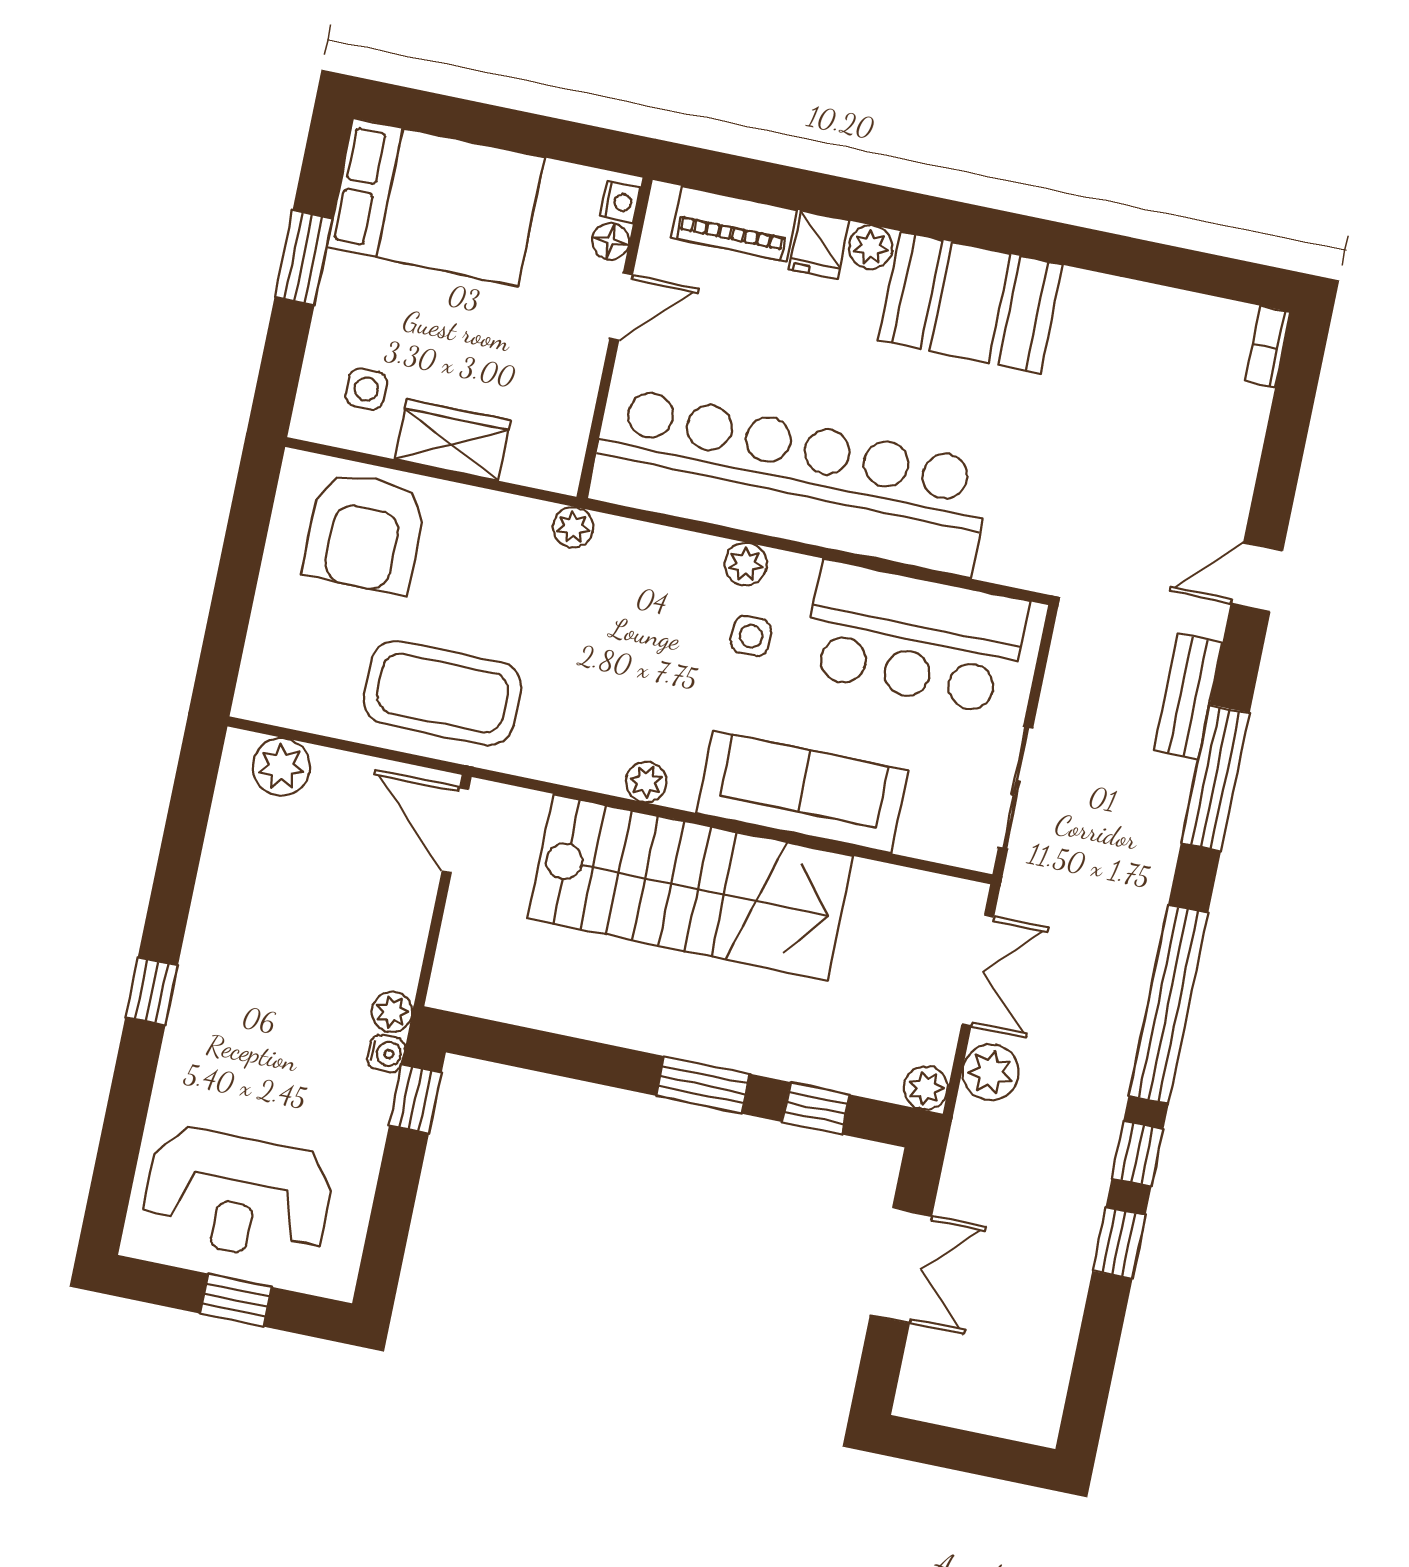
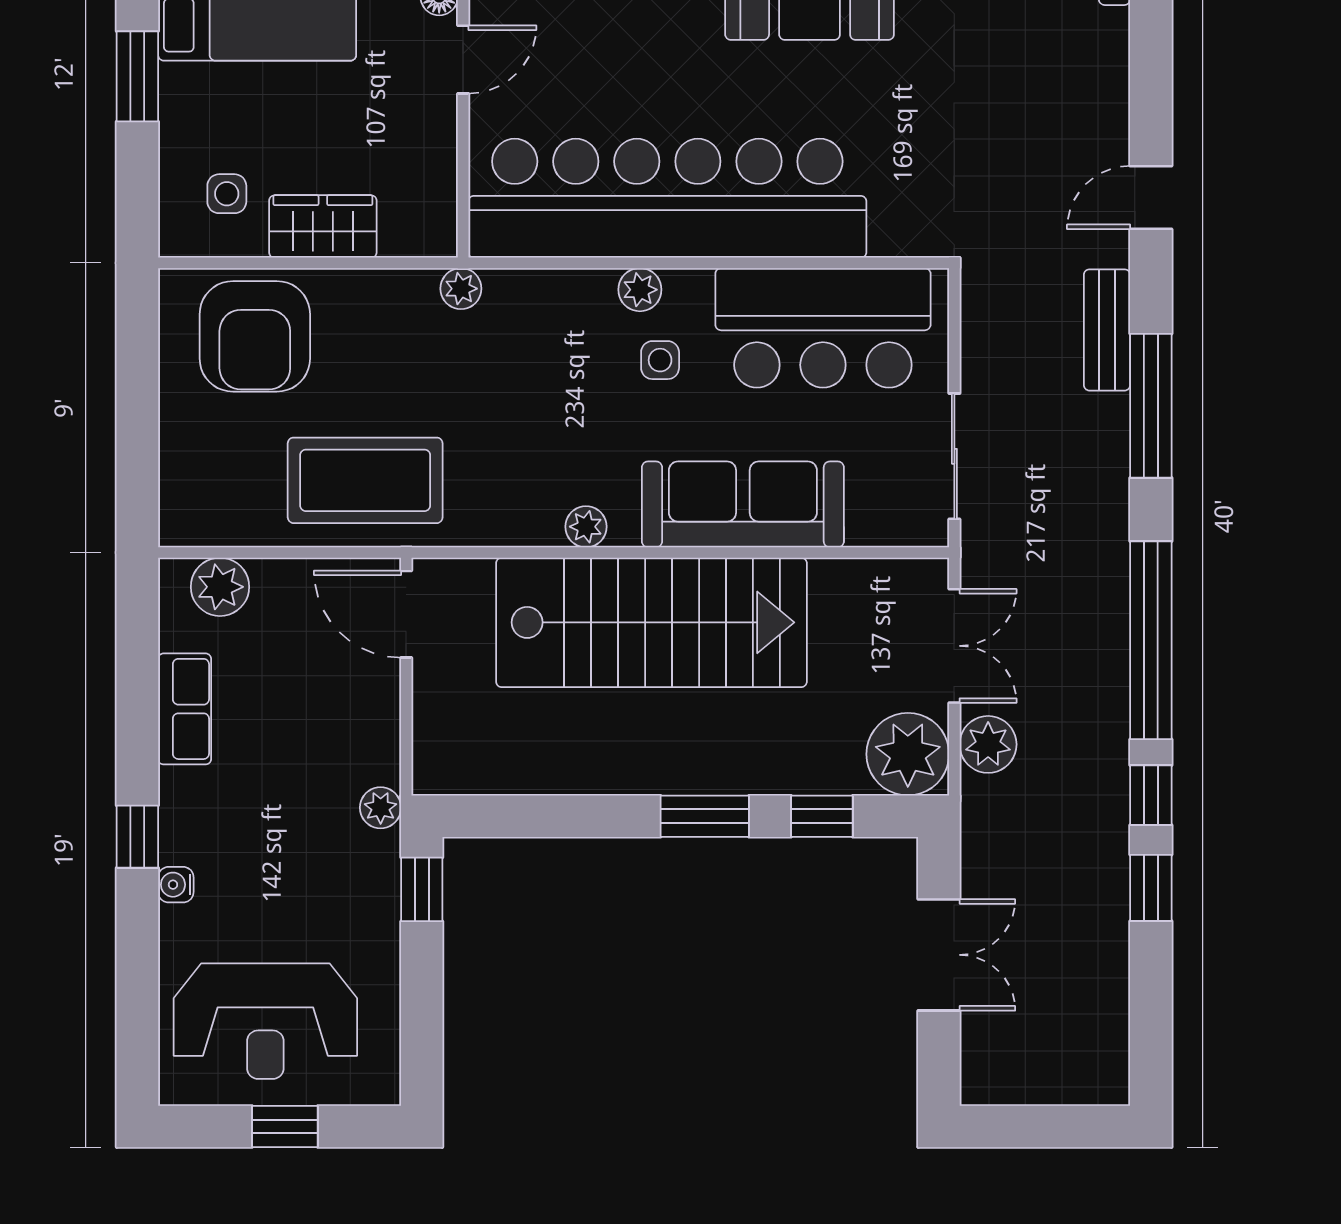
row of seats: (223, 877) -> (185, 709), added
water cooler: (386, 1053) -> (176, 885), moved, turned 180
plant: (926, 1088) -> (908, 754), width x1.87, depth x1.87

